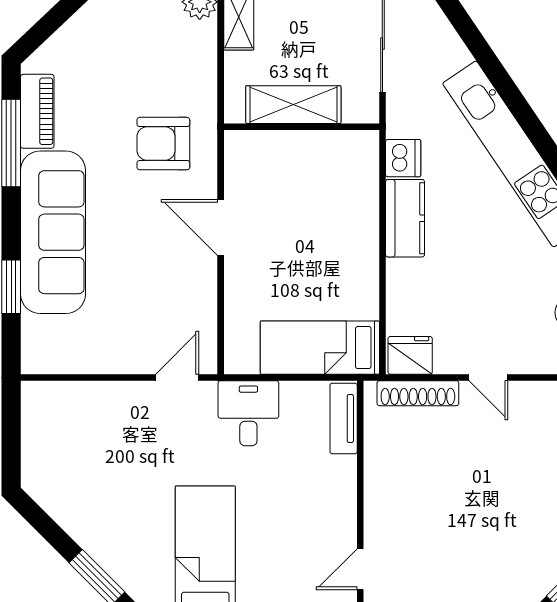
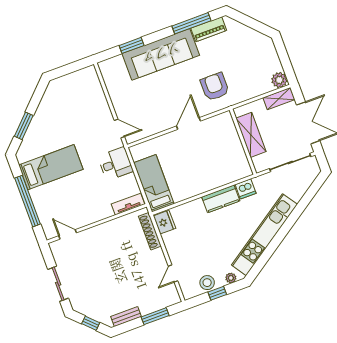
door: (488, 377) -> (173, 274), moved

